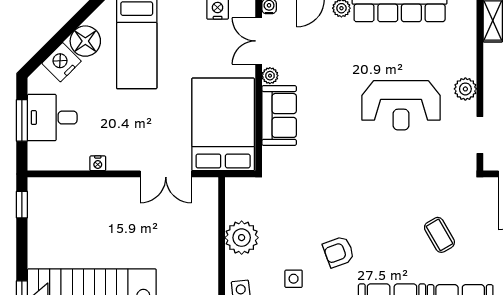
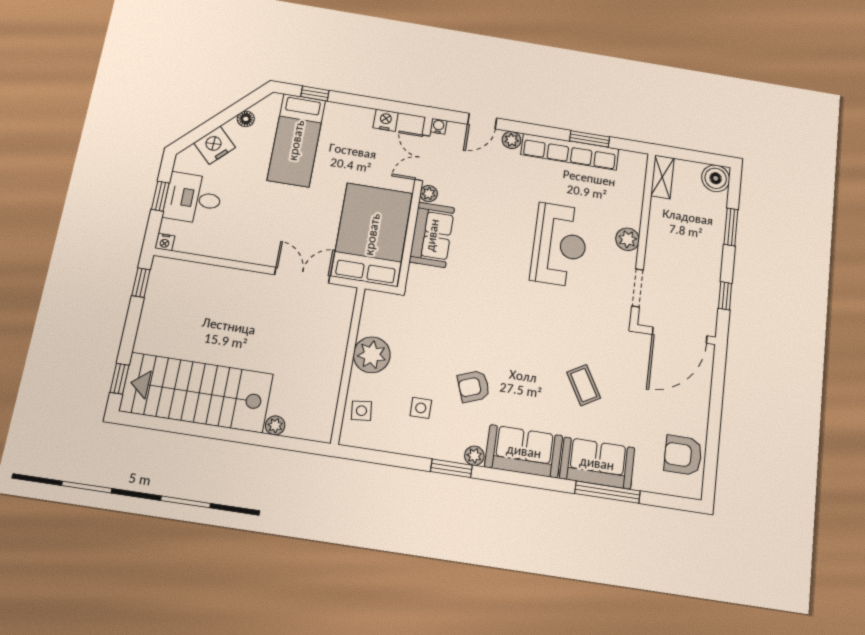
floor lamp: (85, 41) -> (246, 119), width x0.53, depth x0.53
reception desk: (401, 105) -> (560, 245), turned -90
window: (22, 120) -> (160, 196), width x0.67
nightstand: (98, 163) -> (165, 242), moved
double door: (166, 174) -> (302, 275), swing flipped

